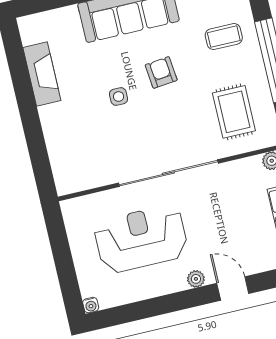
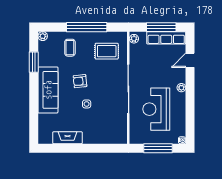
window: (63, 260) -> (158, 148), added
door: (233, 288) -> (190, 60), moved

